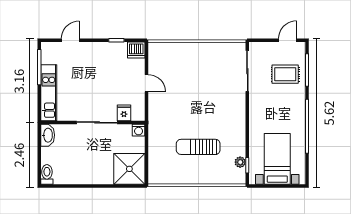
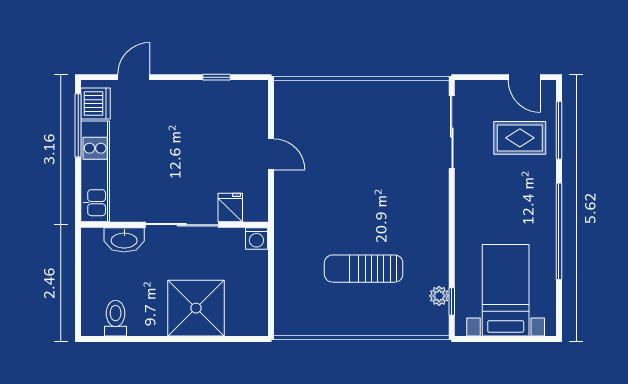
door: (288, 40) -> (524, 77), swing flipped
dishwasher: (136, 50) -> (96, 103), moved, turned -90
washbasin: (48, 135) -> (124, 240), moved, turned 90
shower: (129, 169) -> (196, 308), moved
toilet: (47, 174) -> (116, 318), moved

